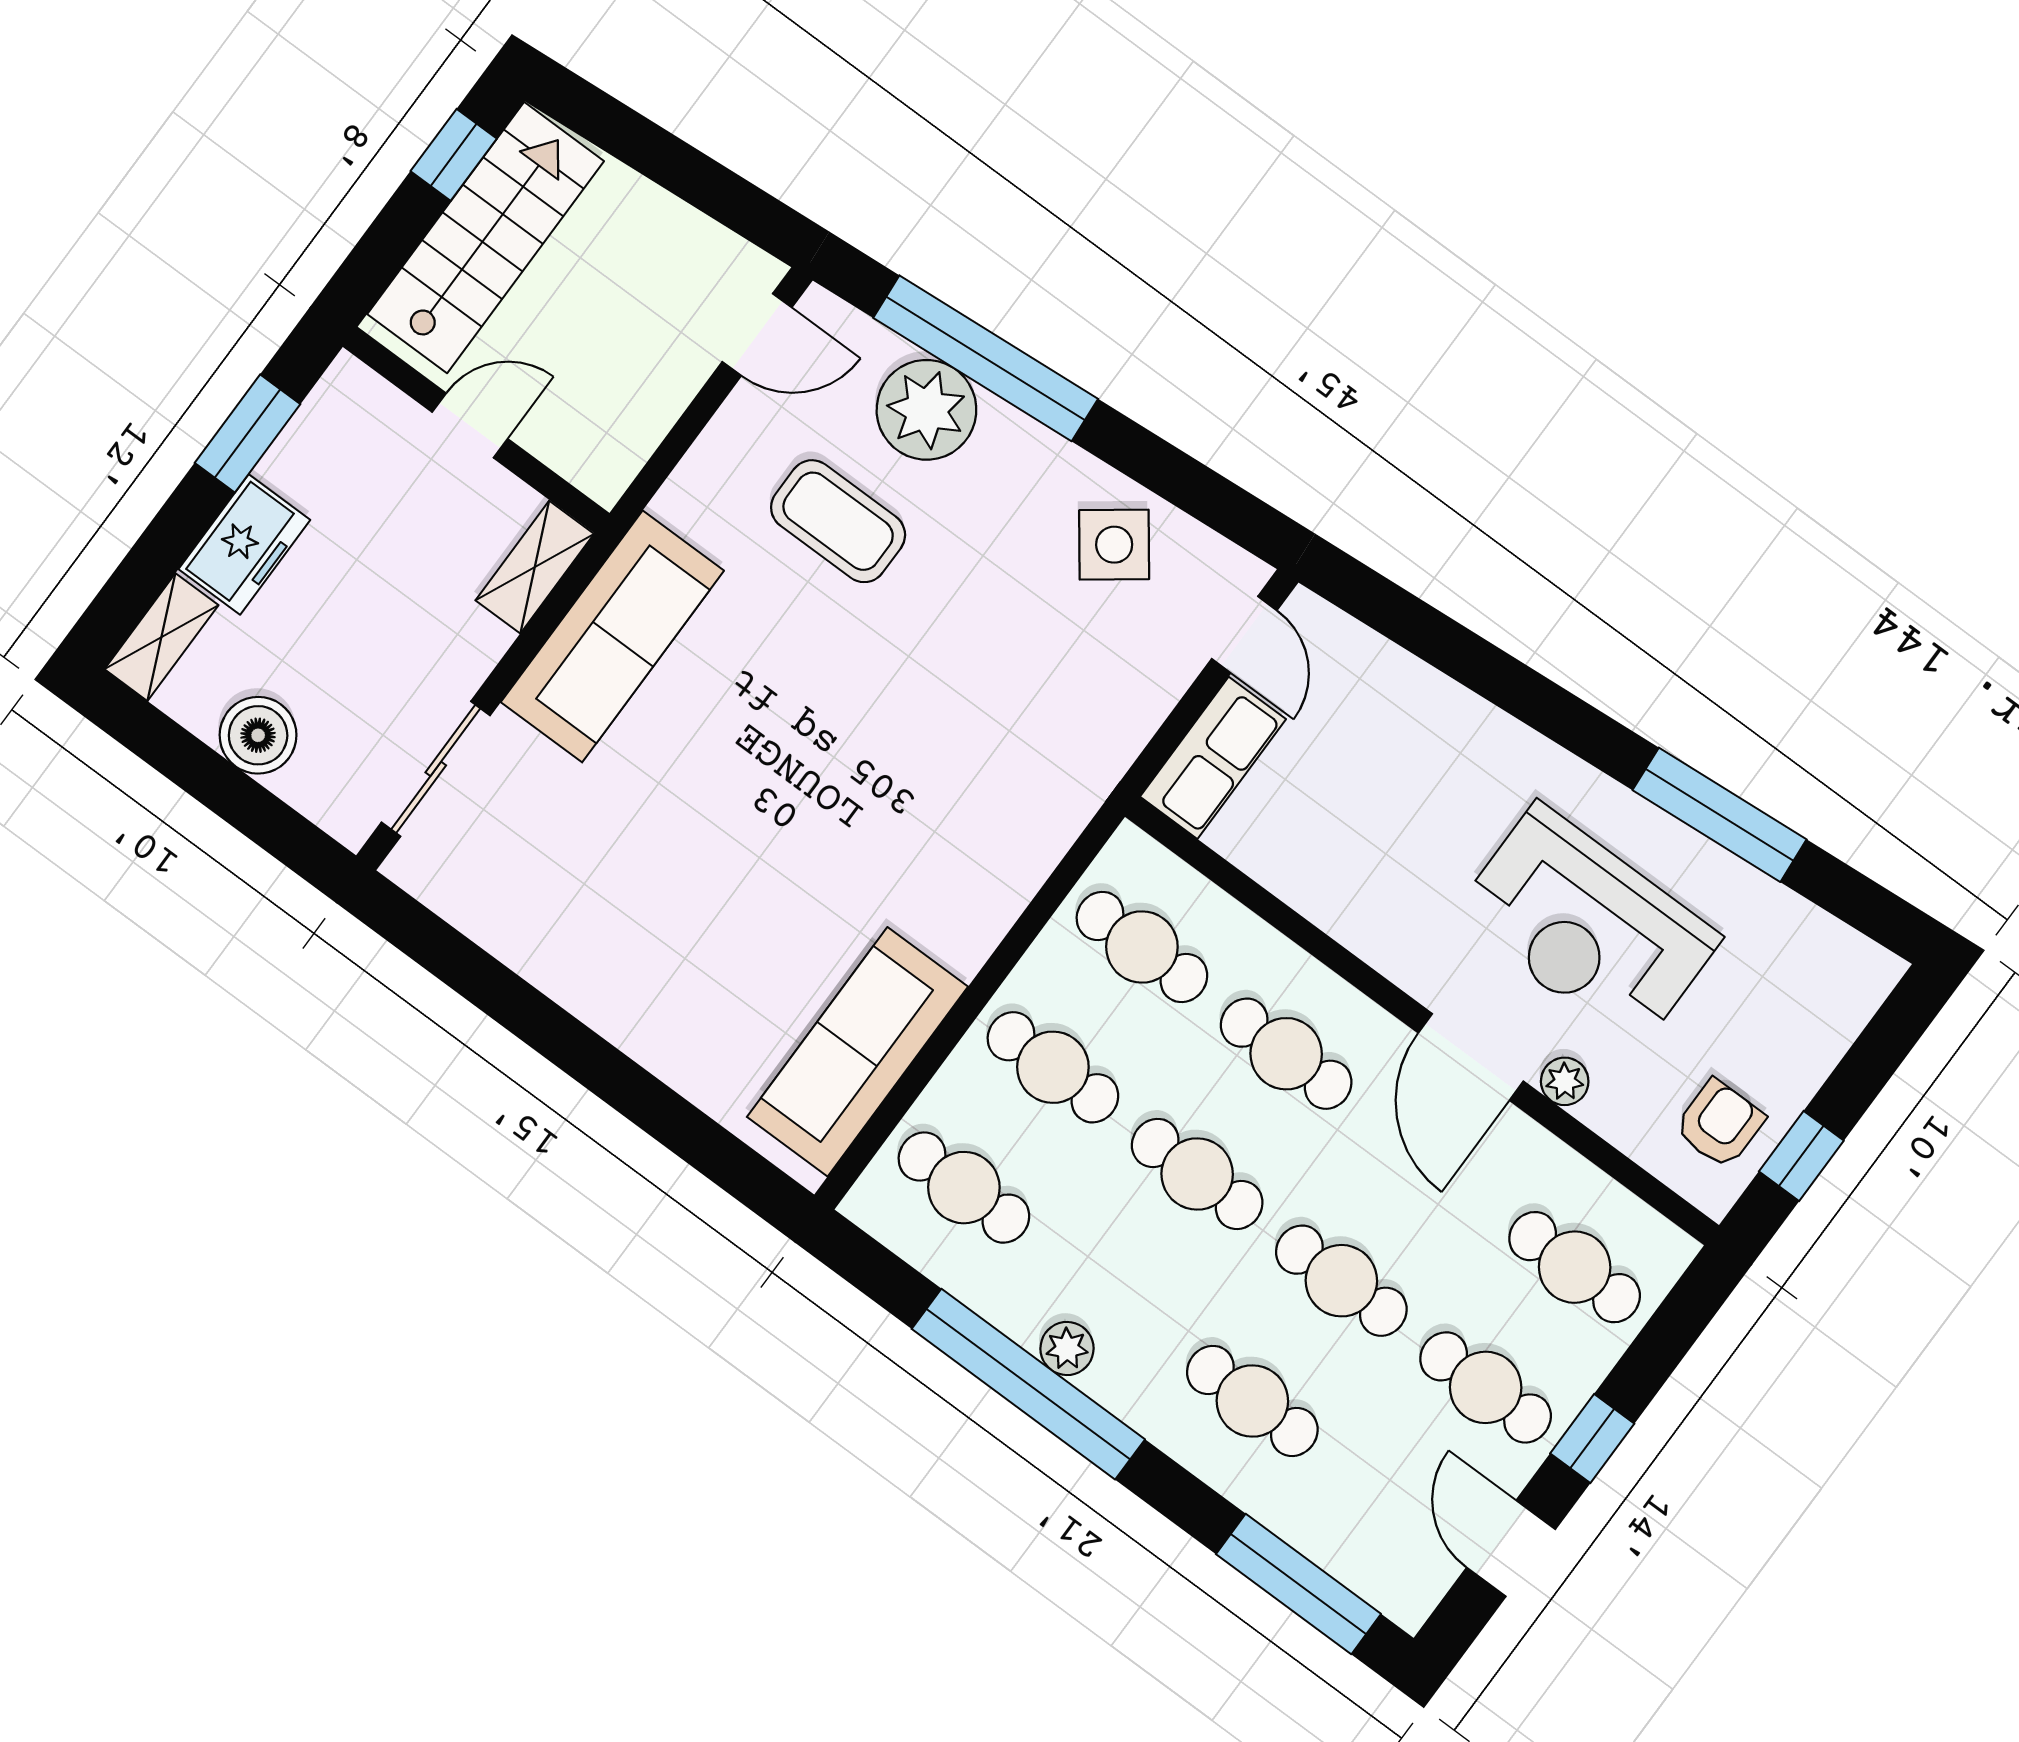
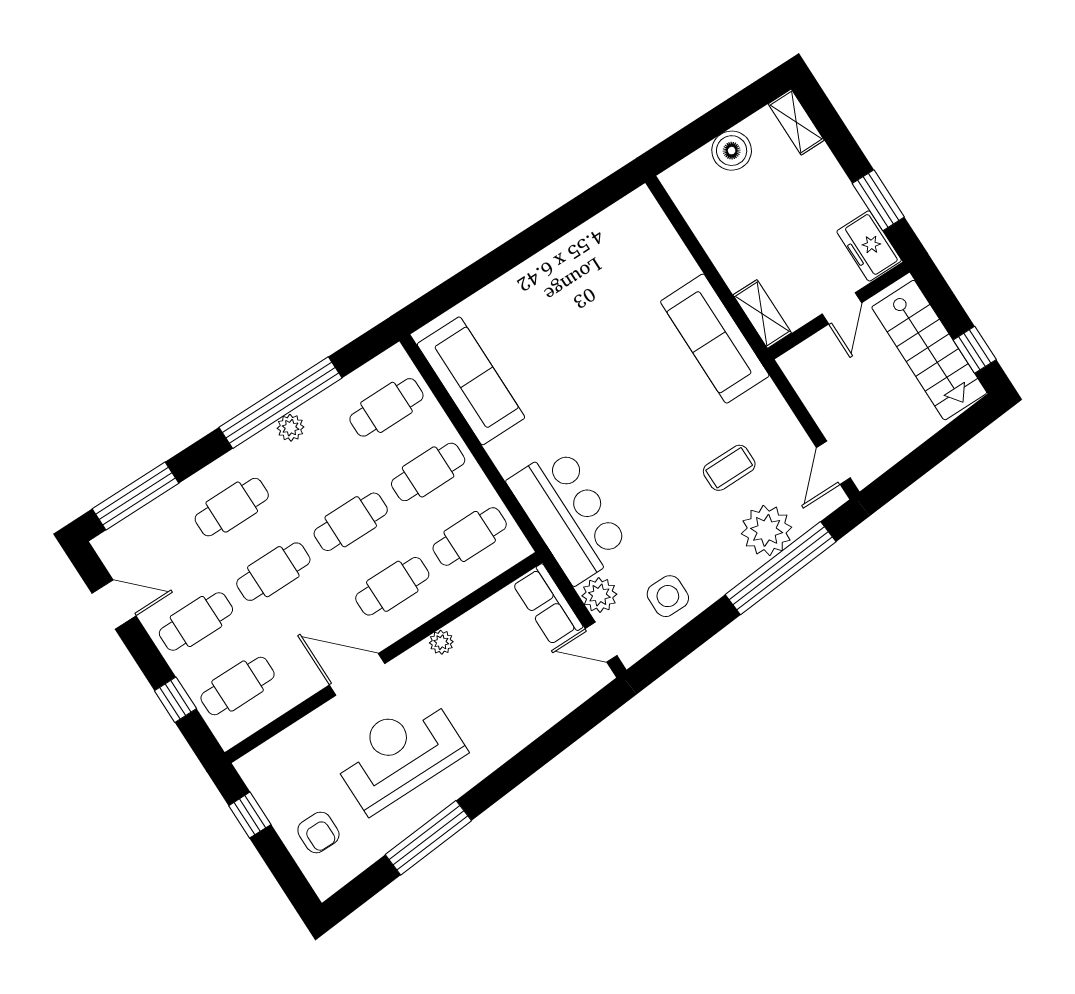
coffee table: (838, 521) -> (729, 468), width x0.73, depth x0.77
freezer: (244, 544) -> (869, 246), moved
side table: (1114, 545) -> (668, 596), turned 37
plant: (1159, 670) -> (599, 595), added
sliding door: (436, 769) -> (683, 230), removed
bar counter: (1035, 781) -> (569, 515), added
plant: (1565, 1081) -> (441, 642), moved
armchair: (1720, 1124) -> (318, 832), moved
window: (1592, 1439) -> (175, 700), moved

